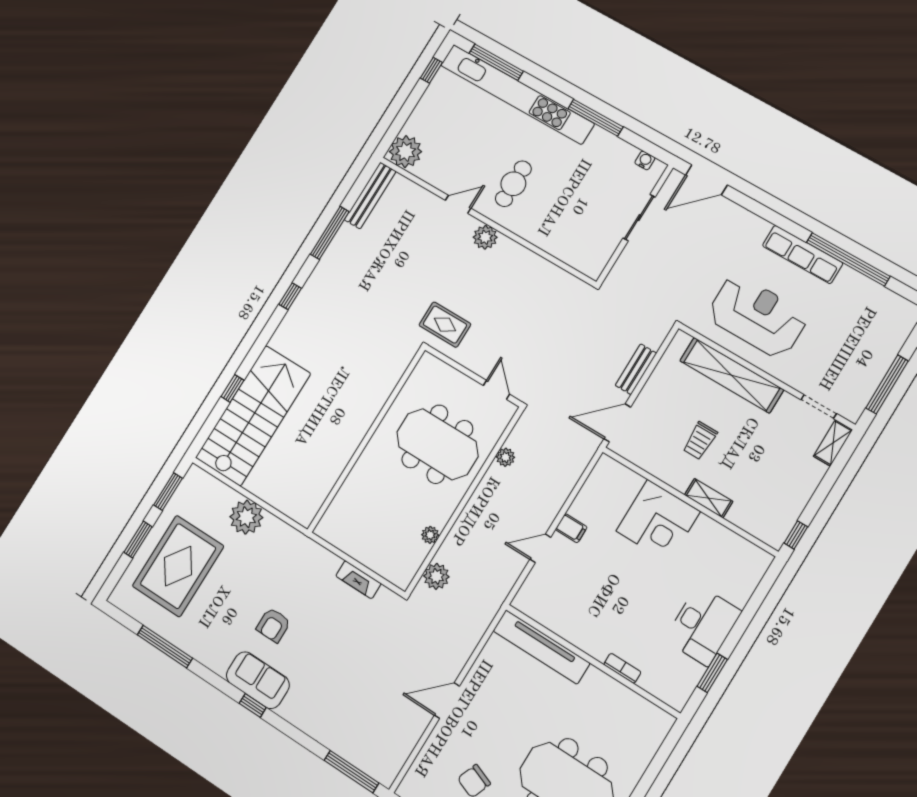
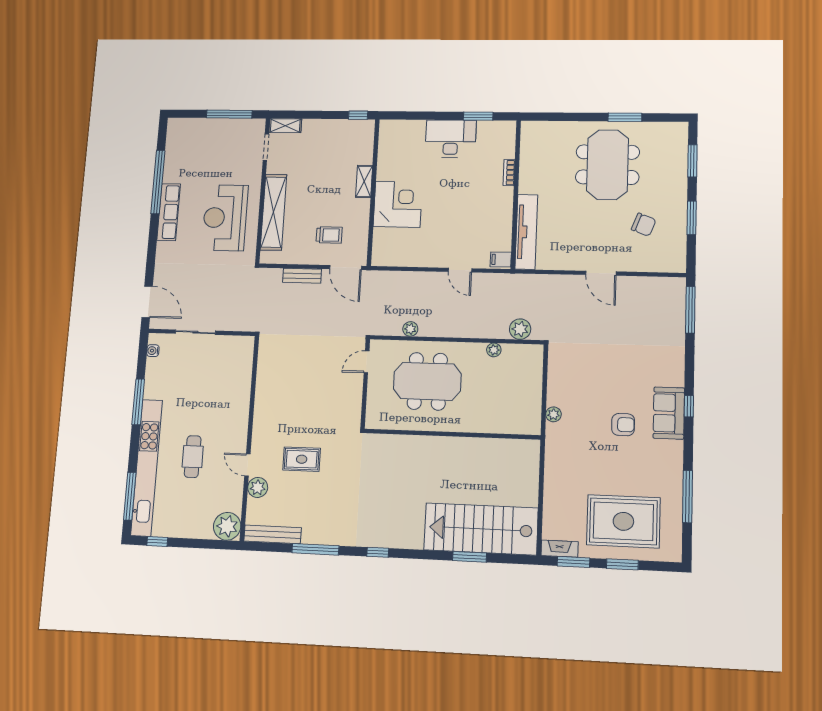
cafe table: (513, 184) -> (193, 457), moved, turned 90
plant: (485, 237) -> (258, 487), moved
rug: (445, 325) -> (302, 459), moved, turned 90
window: (232, 388) -> (470, 557), width x1.50
trolley: (700, 441) -> (329, 235), moved
meeting table: (437, 444) -> (427, 381), turned 90
plant: (246, 517) -> (553, 414), moved, width x0.53, depth x0.53
filing cabinet: (571, 528) -> (501, 259), moved, turned -90
fireplace: (358, 580) -> (560, 549), moved, turned -90

